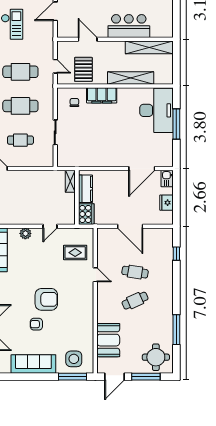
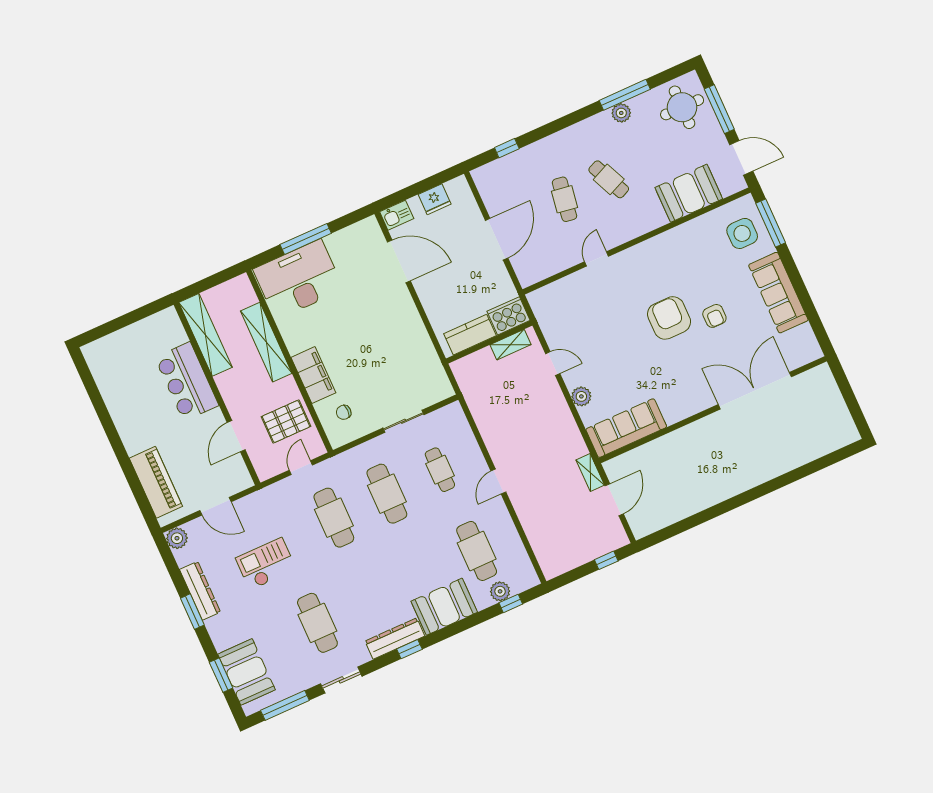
shelving: (70, 181) -> (511, 345), moved
rug: (75, 253) -> (576, 306), removed
plant: (168, 323) -> (621, 113), added

